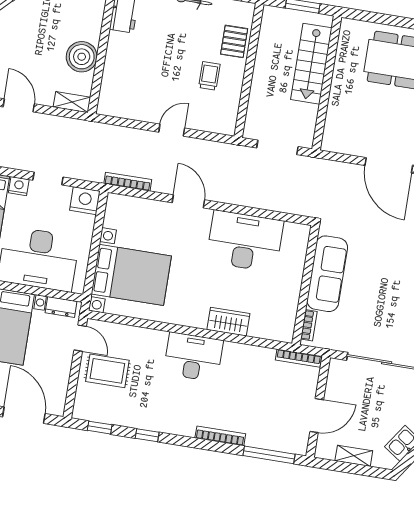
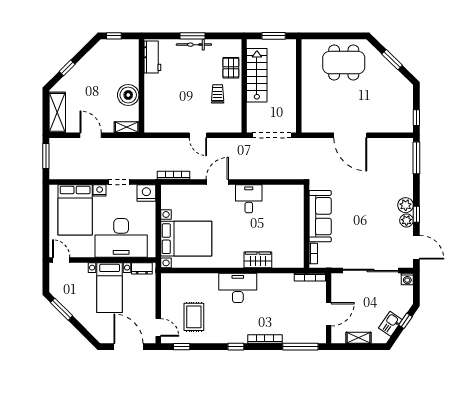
stairs: (311, 64) -> (257, 75), moved, turned 180
door: (172, 130) -> (198, 135), swing flipped
doorway: (277, 147) -> (272, 135), width x1.36
door: (188, 201) -> (217, 182), hinge flipped
desk: (245, 241) -> (249, 199), width x0.53, depth x0.77
door: (80, 338) -> (158, 327), moved
rug: (107, 371) -> (194, 317), moved, turned 90
window: (147, 435) -> (236, 347), moved

